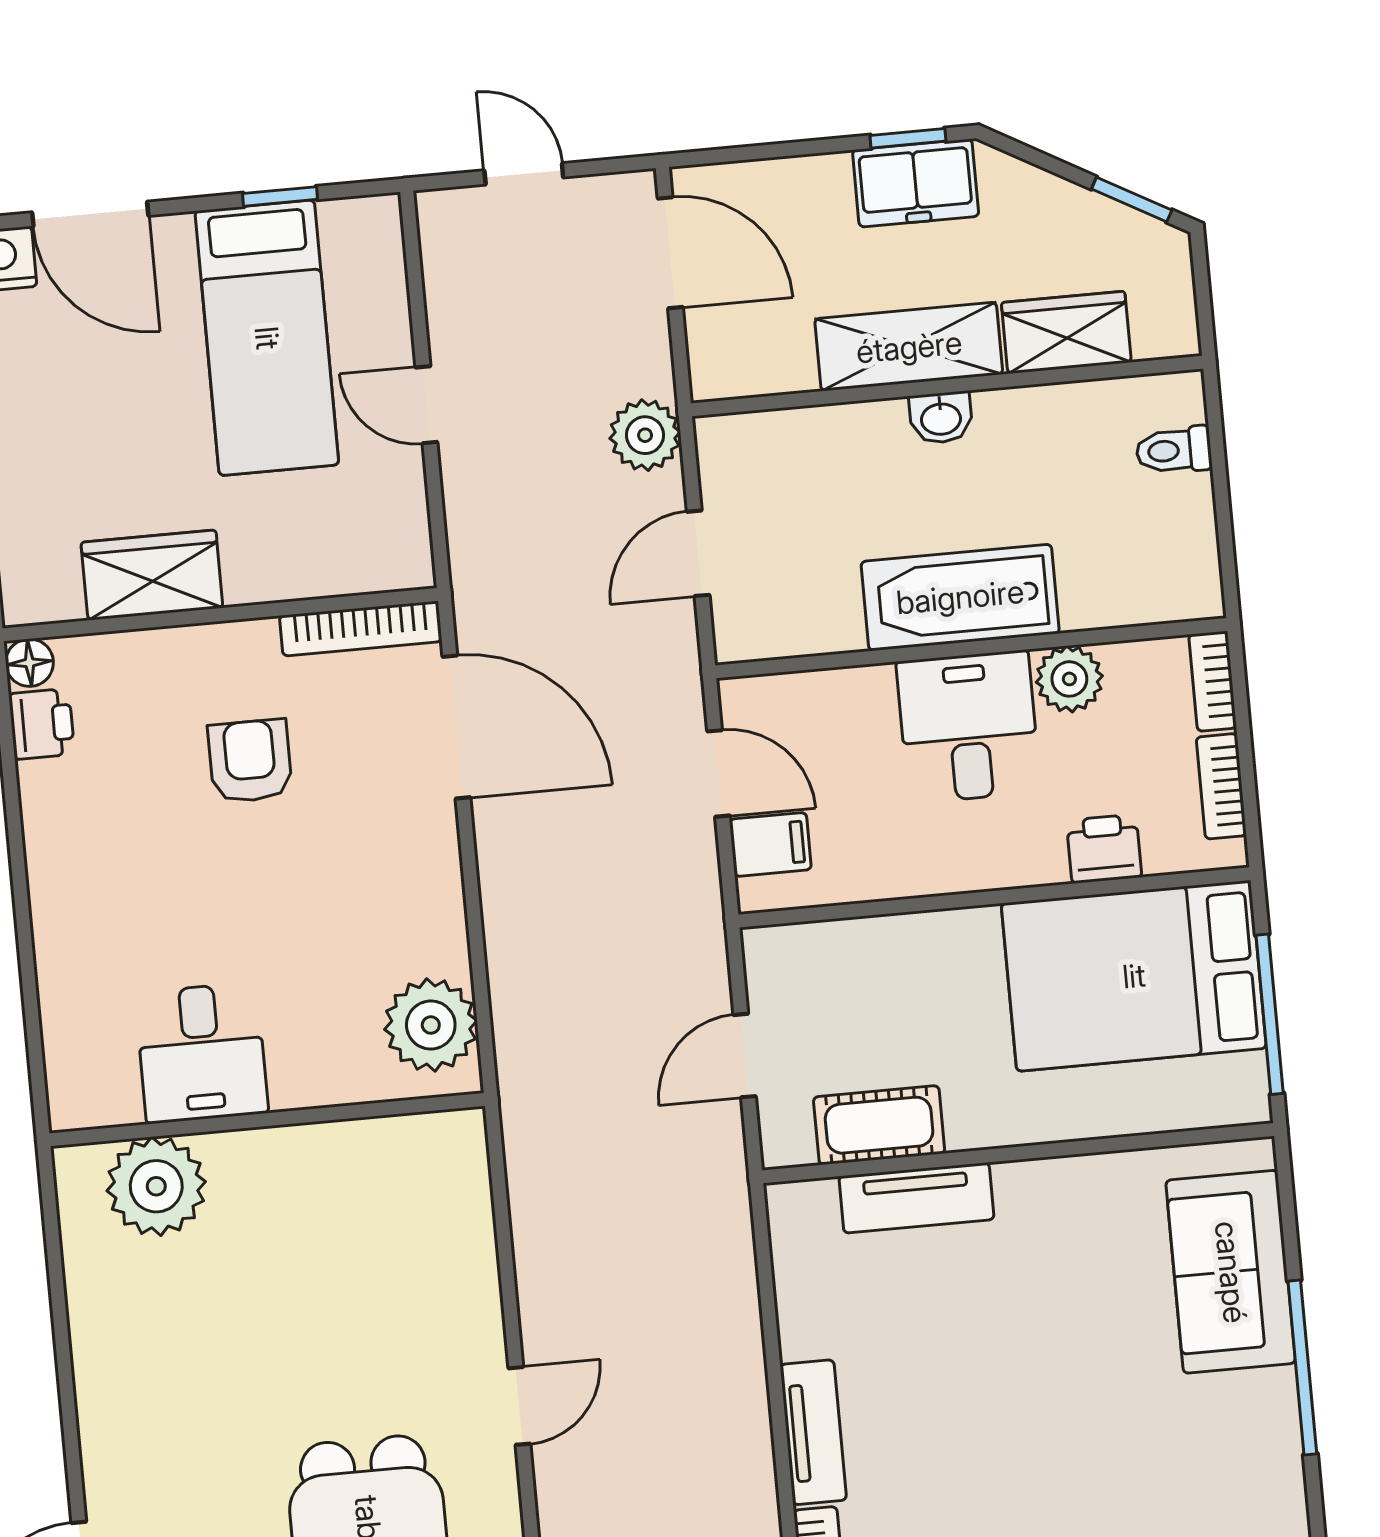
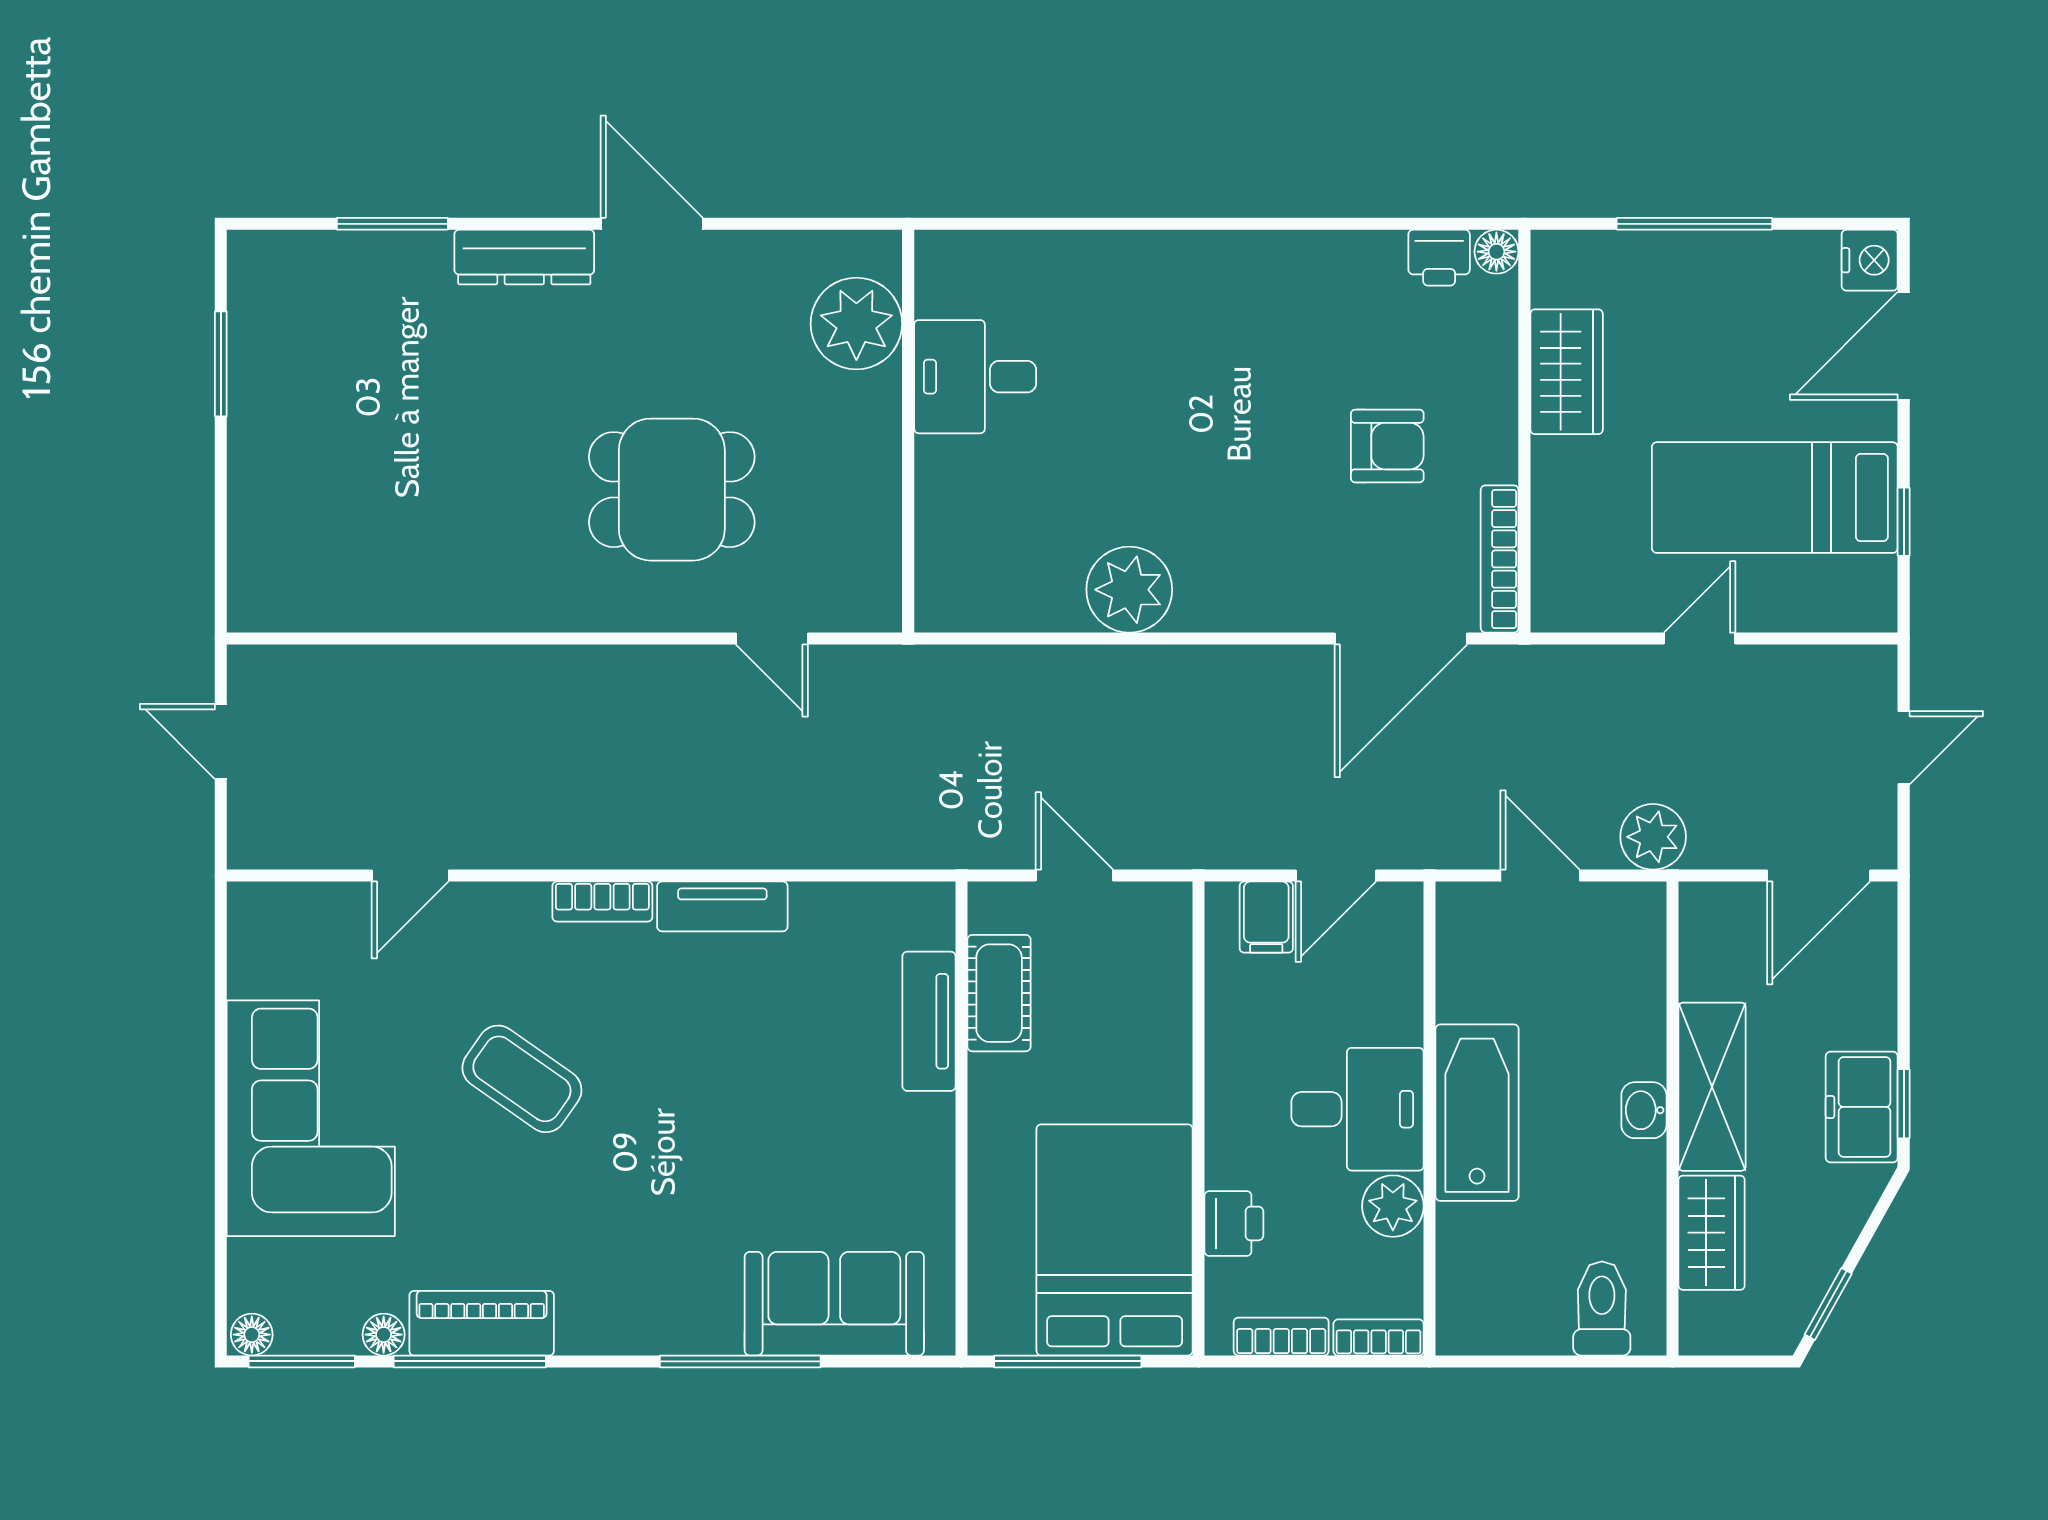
toilet: (1174, 450) -> (1602, 1308), width x1.37, depth x1.39
desk: (202, 1053) -> (975, 377), moved
wall: (267, 1120) -> (908, 431), moved
plant: (156, 1186) -> (856, 324), moved

